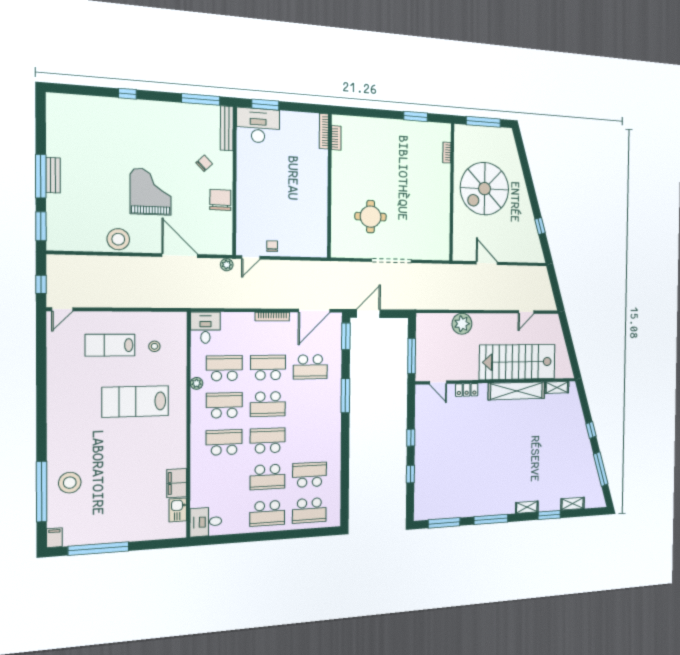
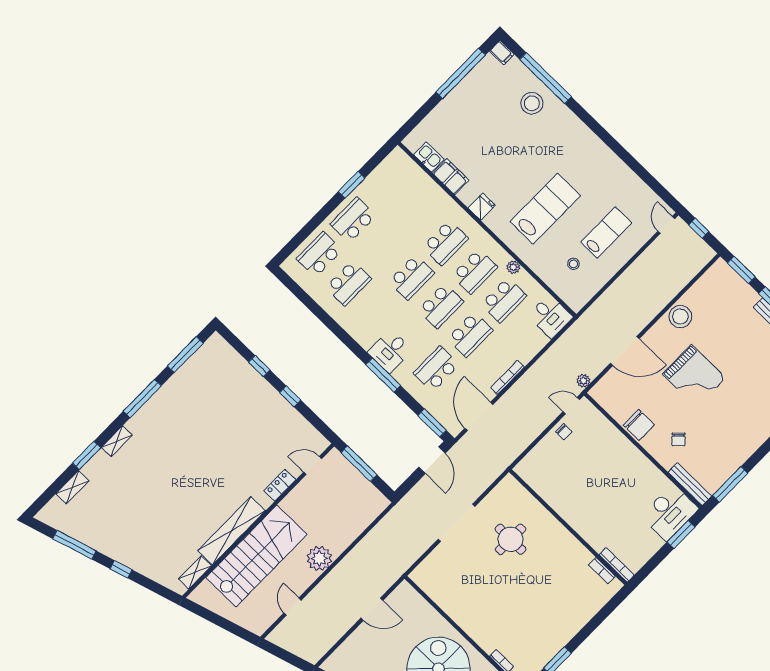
door: (251, 257) -> (571, 406), hinge flipped
plant: (462, 324) -> (319, 558), moved
school desk: (268, 404) -> (441, 306), turned 180
fridge: (177, 444) -> (482, 207), added
school desk: (267, 477) -> (382, 249), removed
desk: (206, 522) -> (390, 351), moved, turned 180
window: (246, 538) -> (352, 185), added

